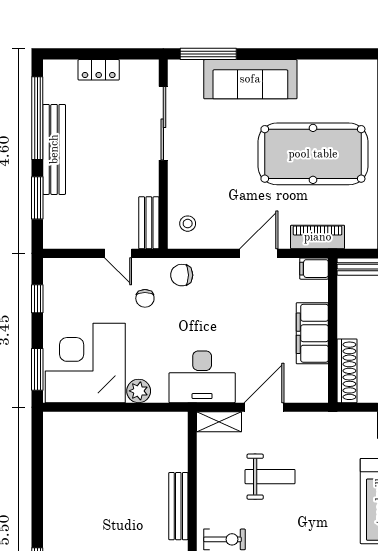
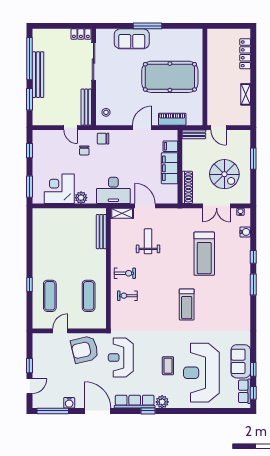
window: (208, 54) -> (147, 26), moved
locker: (99, 70) -> (81, 34), moved
sofa: (250, 79) -> (132, 39), width x0.73
bench: (149, 223) -> (86, 107), width x1.36
filing cabinet: (314, 269) -> (170, 146), moved
corner desk: (85, 363) -> (59, 189), width x0.74, depth x0.74
door: (264, 407) -> (145, 206), hinge flipped
weight bench: (270, 477) -> (148, 241), turned -90
bench: (178, 506) -> (101, 232), moved

